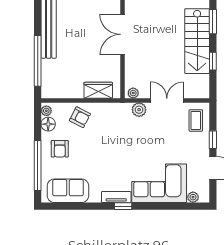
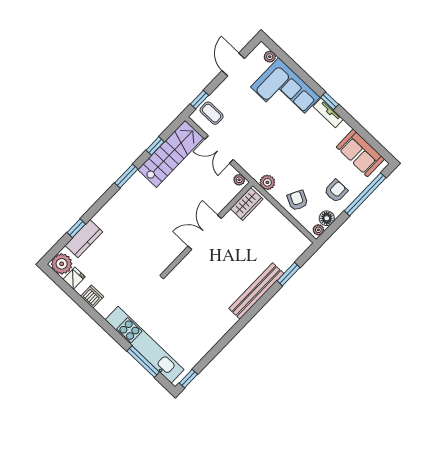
double door: (122, 34) -> (205, 232), swing flipped
stairs: (197, 41) -> (171, 154), moved
window: (38, 61) -> (289, 274), width x0.47
wardrobe: (98, 90) -> (247, 204), moved, turned -90
plant: (139, 110) -> (267, 182), moved
coffee table: (196, 120) -> (212, 113), turned 90
window: (213, 140) -> (200, 100), moved

